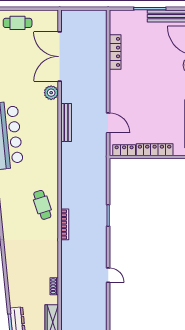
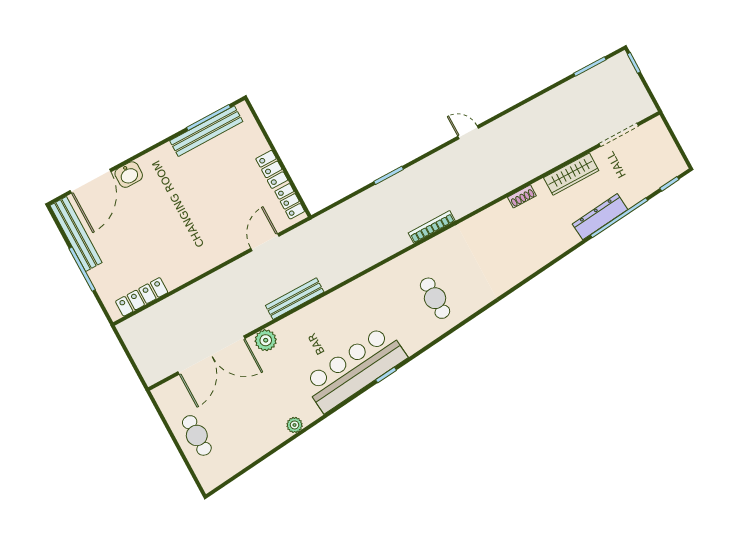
locker: (115, 52) -> (142, 297), moved
locker: (155, 150) -> (272, 169), width x0.66
cafe table: (42, 205) -> (435, 298), moved, turned -72
door: (108, 275) -> (468, 132), hinge flipped

